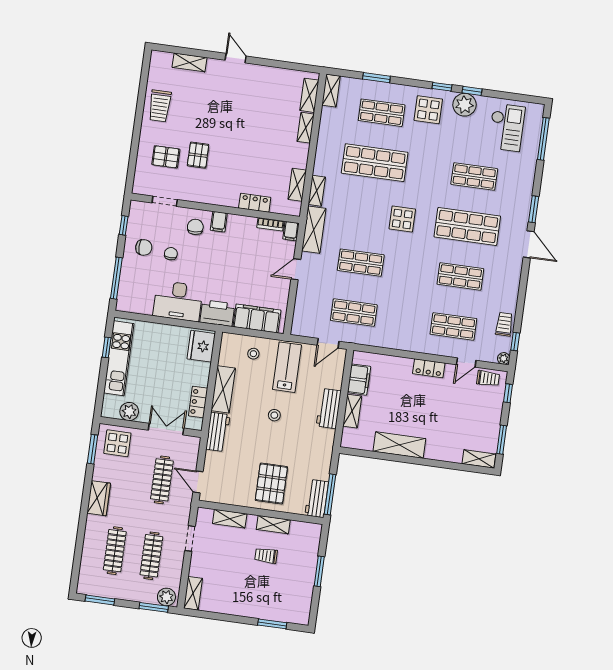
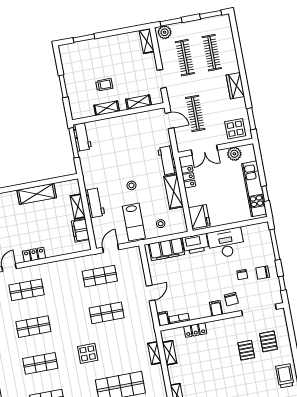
pallet: (166, 157) -> (268, 341), turned 90
doorway: (165, 201) -> (259, 310), width x1.88
shop shelf: (467, 226) -> (40, 363), width x0.70, depth x0.74
shelving: (314, 230) -> (147, 325), removed
pallet: (271, 484) -> (117, 137), removed

